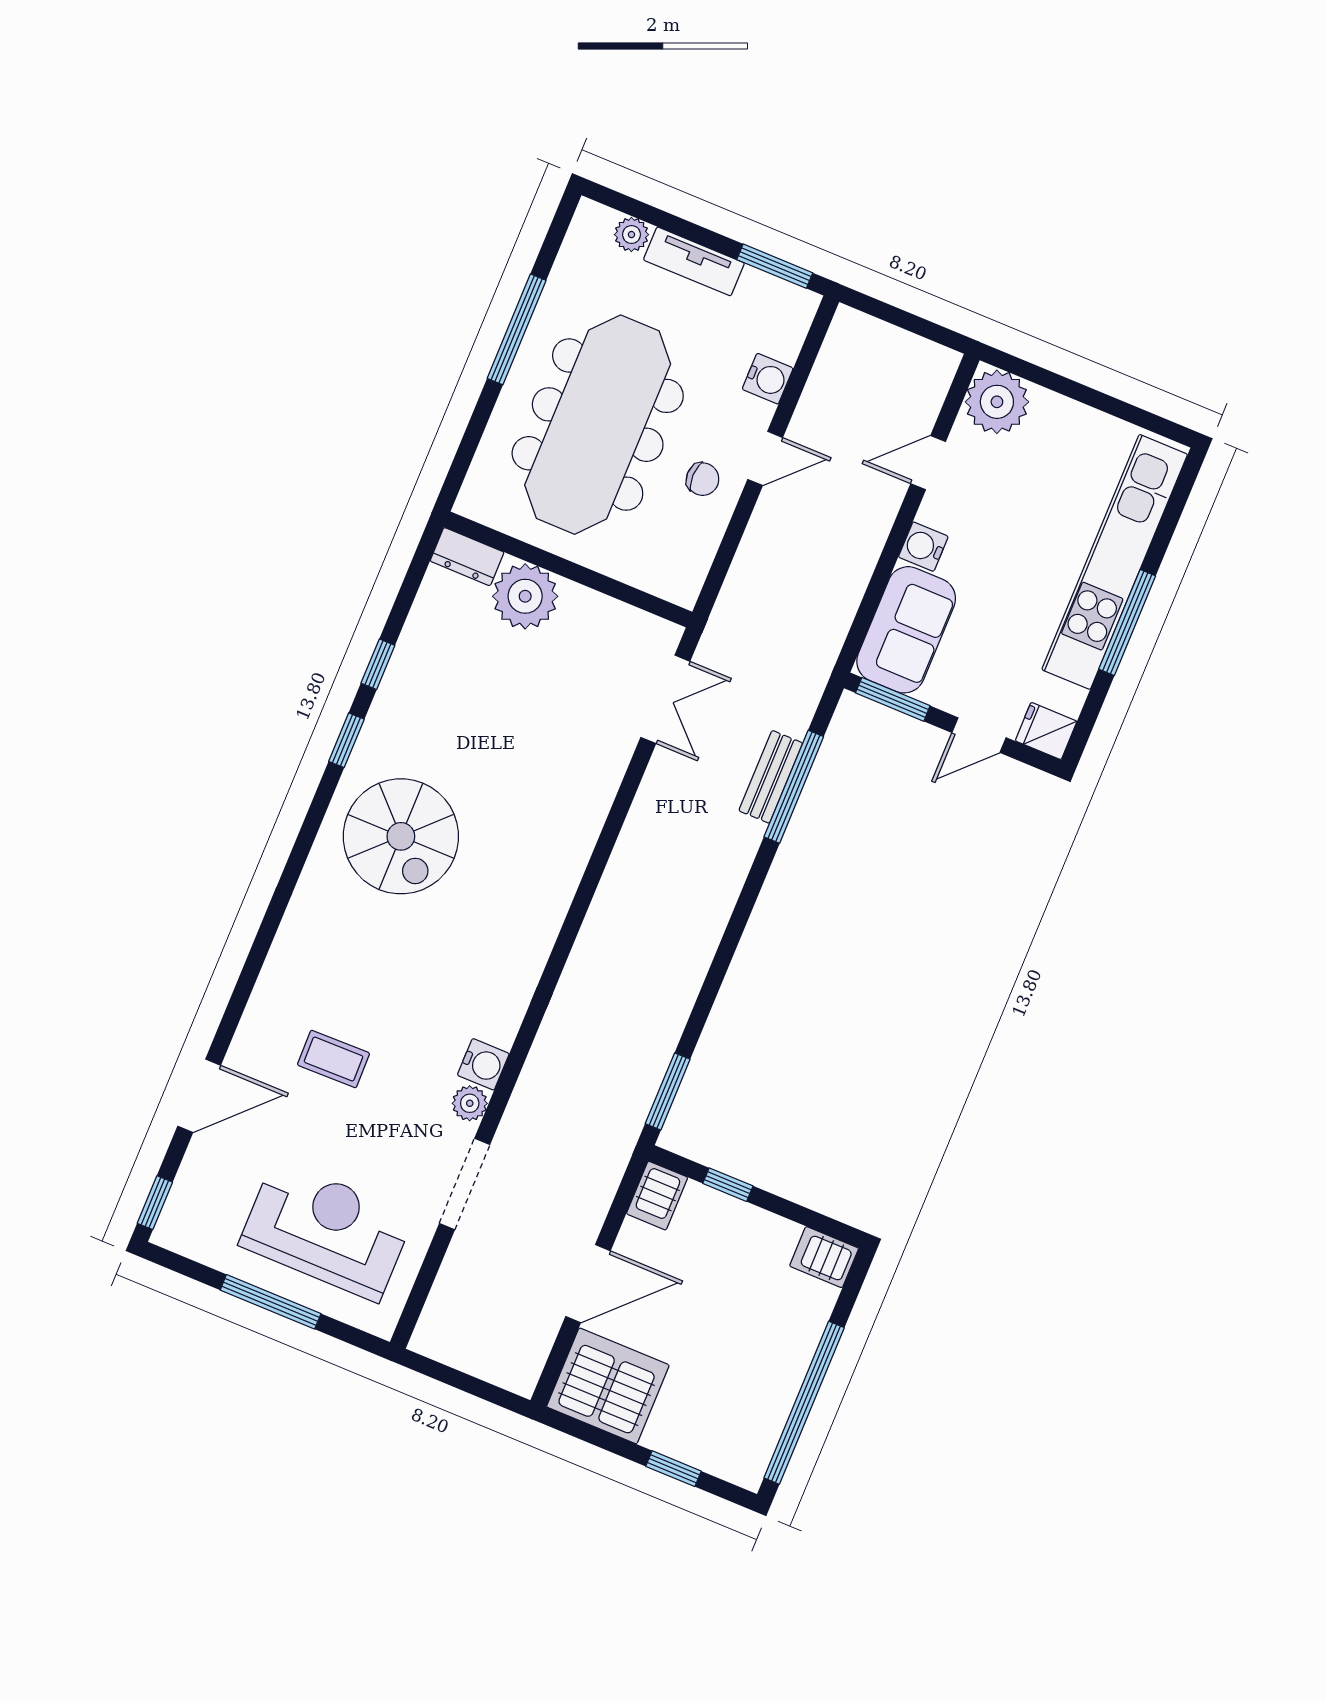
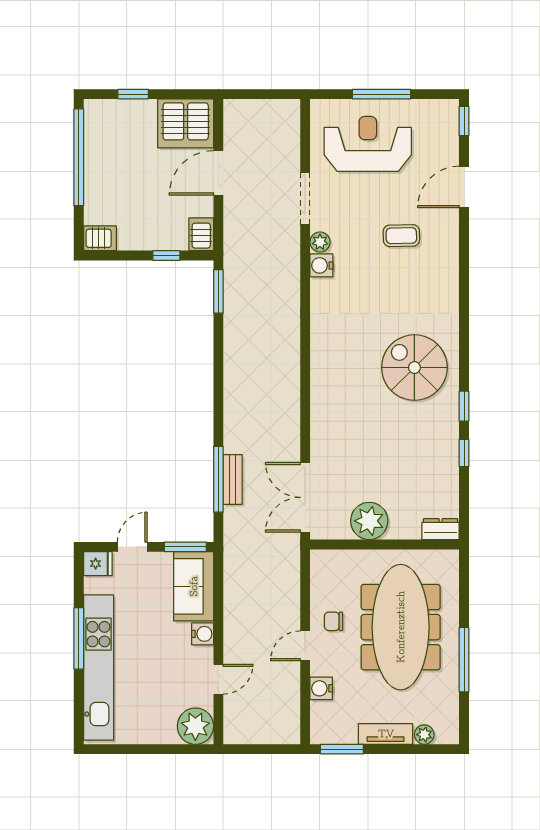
plant: (525, 596) -> (369, 521), moved
double door: (665, 699) -> (305, 497), width x1.37
reception desk: (326, 1230) -> (368, 144), turned 180

